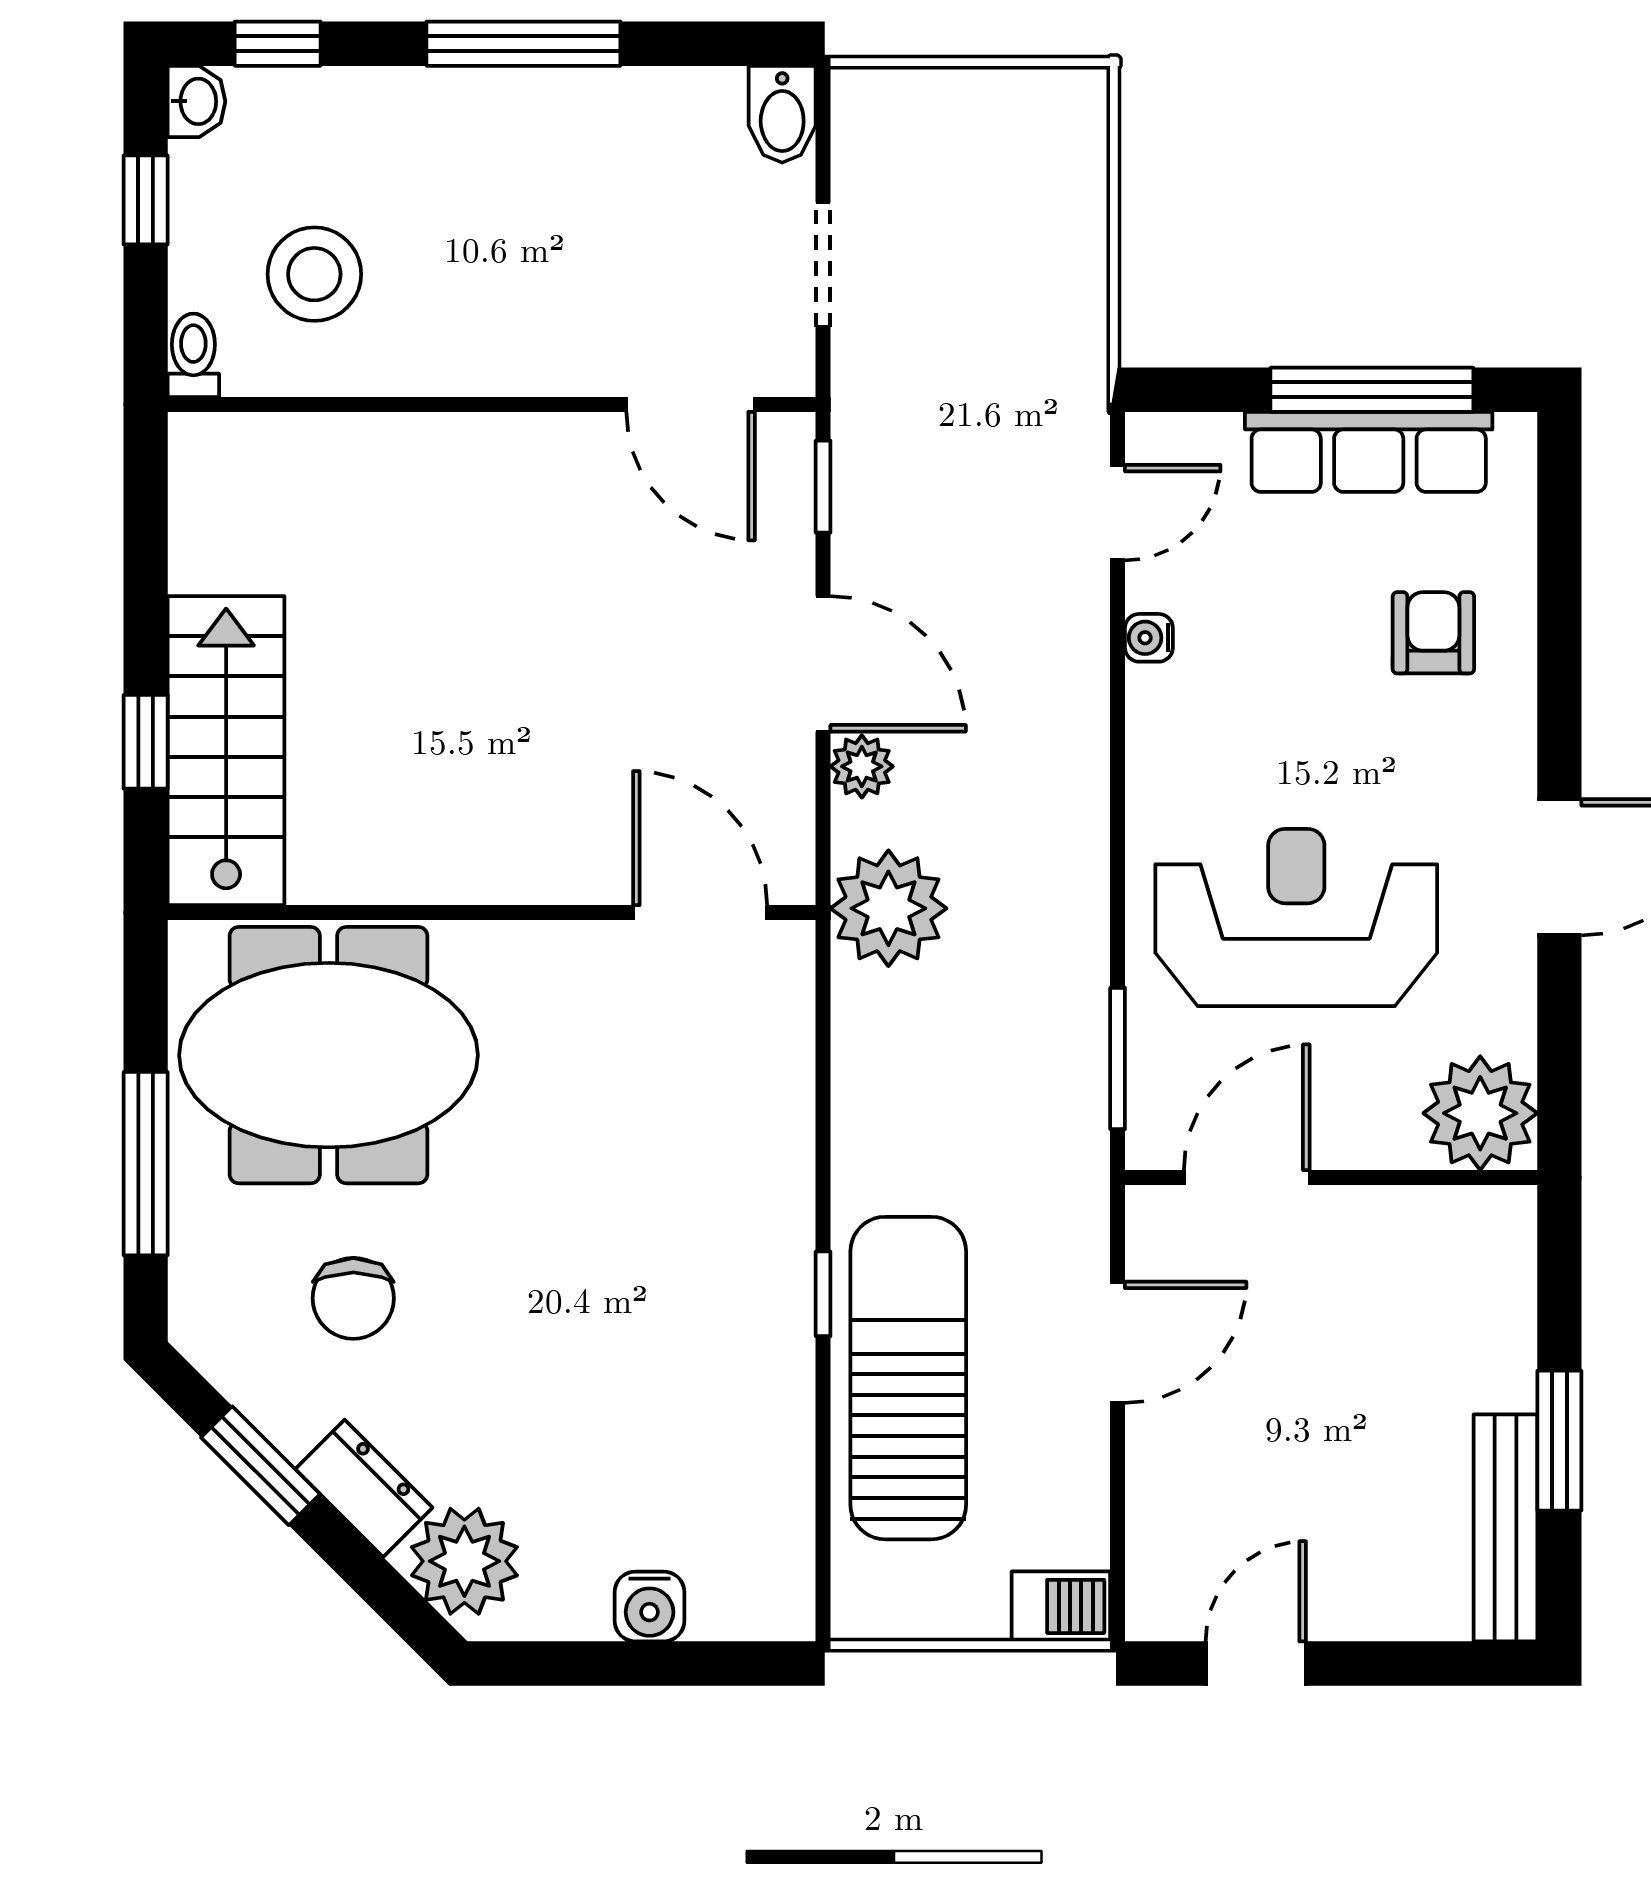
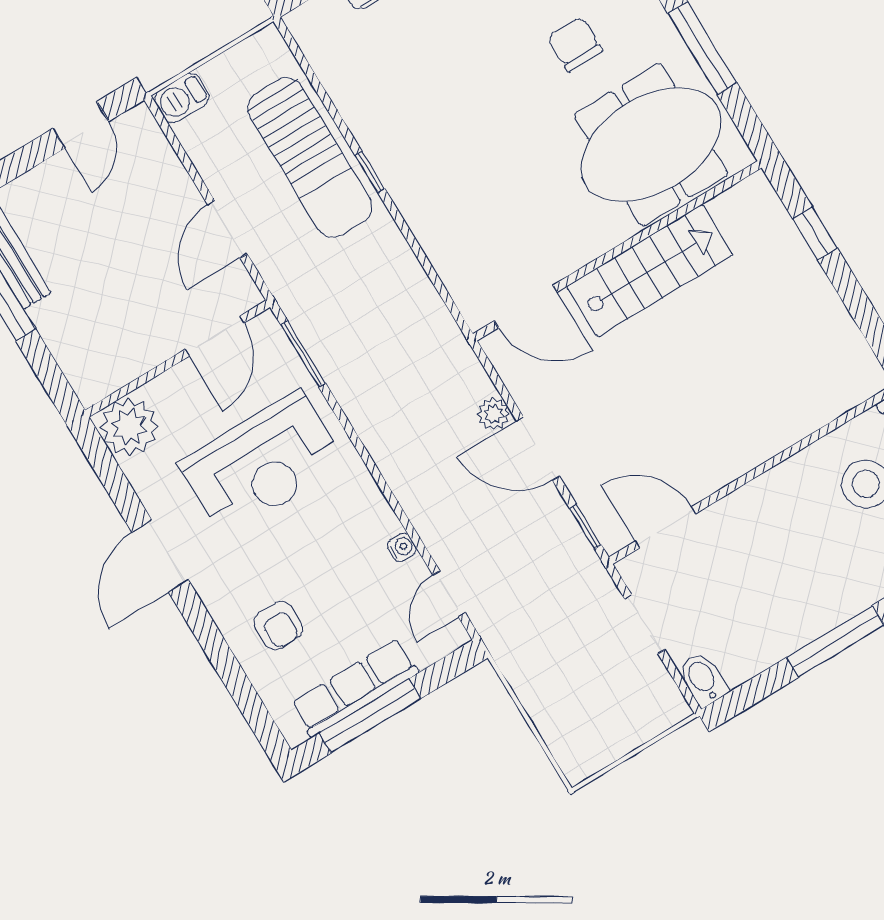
stairs: (226, 751) -> (650, 271), moved, turned -90
plant: (888, 908) -> (444, 359), removed

